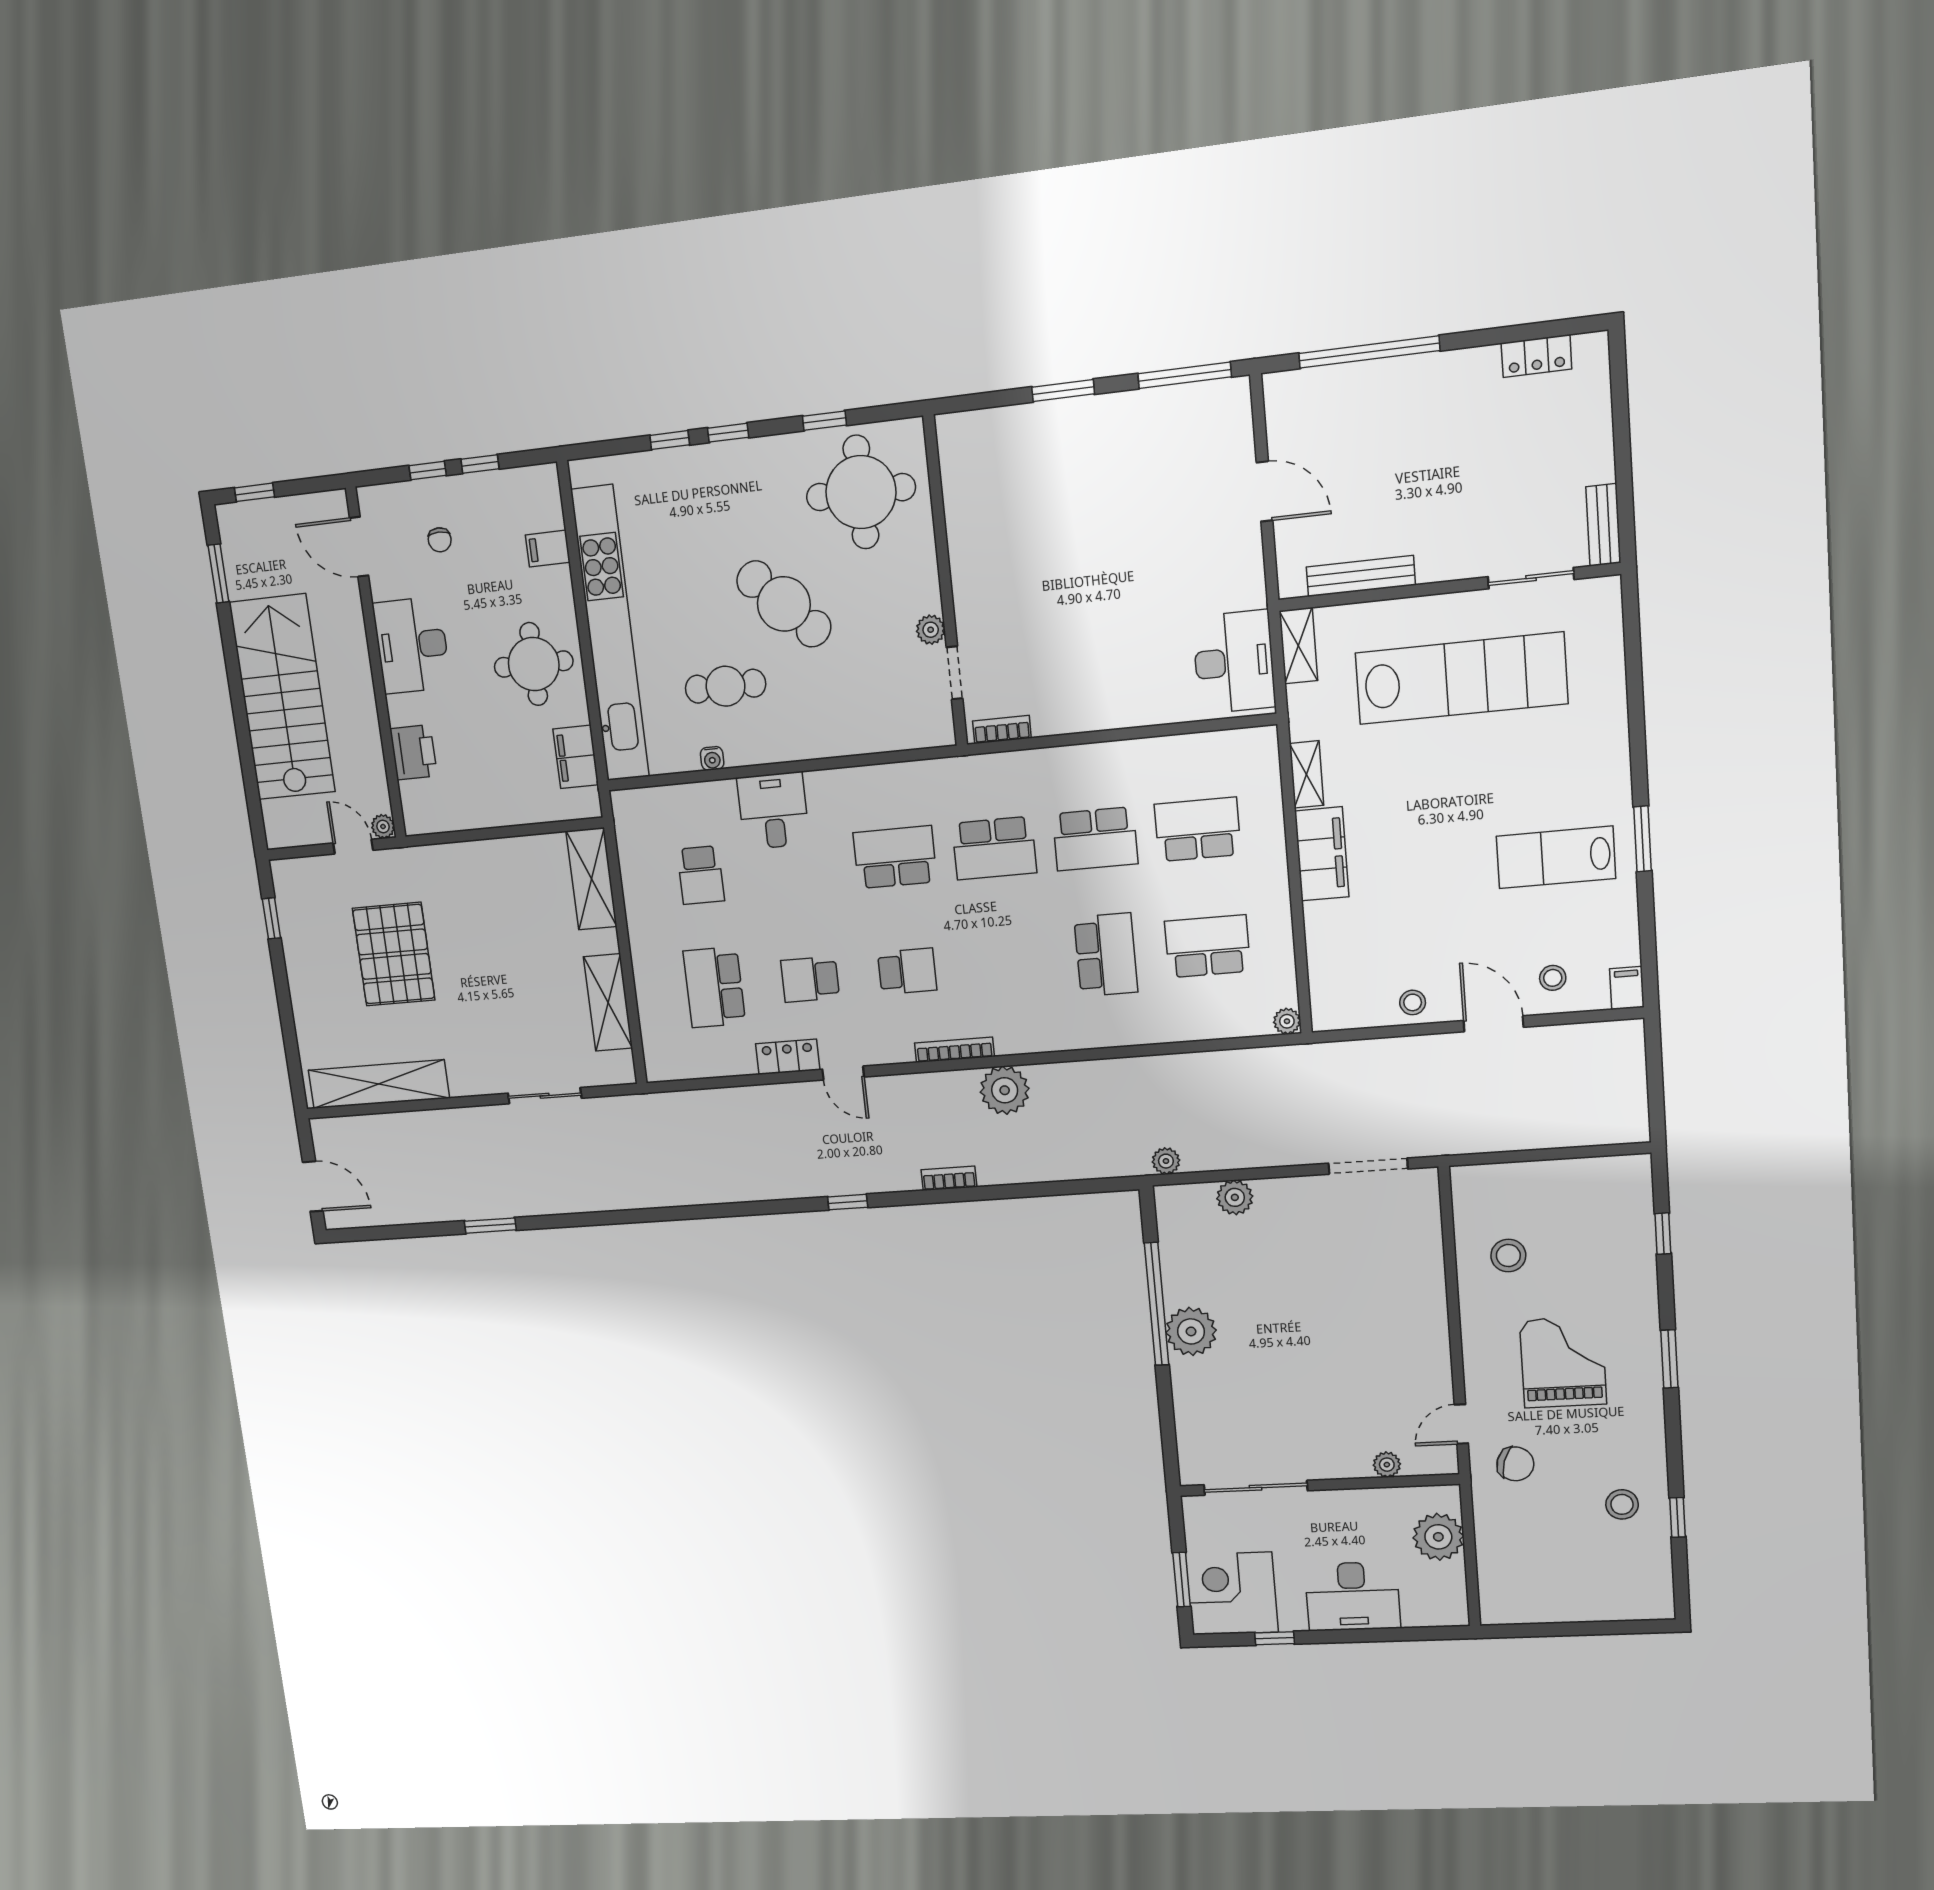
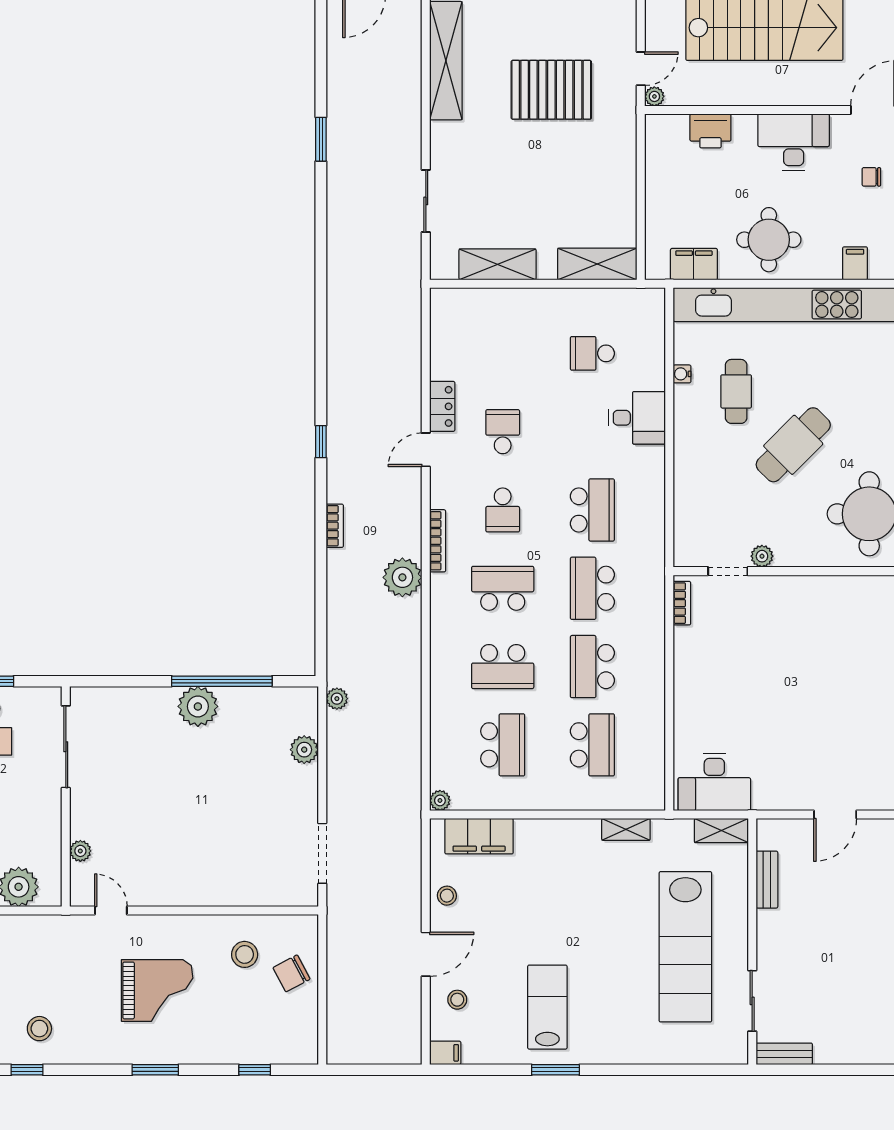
bench: (1361, 576) -> (767, 880), width x0.73
filing cabinet: (1322, 854) -> (479, 836), moved
school desk: (714, 987) -> (503, 588), moved
chair: (1515, 1464) -> (291, 973), moved, turned 45

